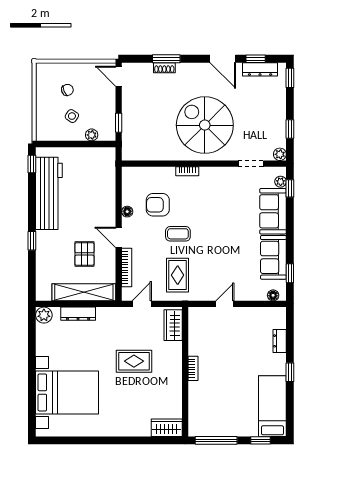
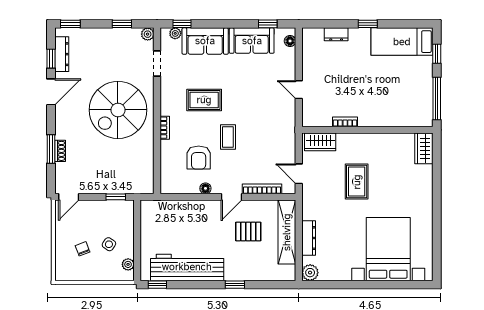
plant: (92, 135) -> (128, 264), moved
rug: (178, 275) -> (204, 100), moved
bookcase: (193, 368) -> (345, 122), moved

